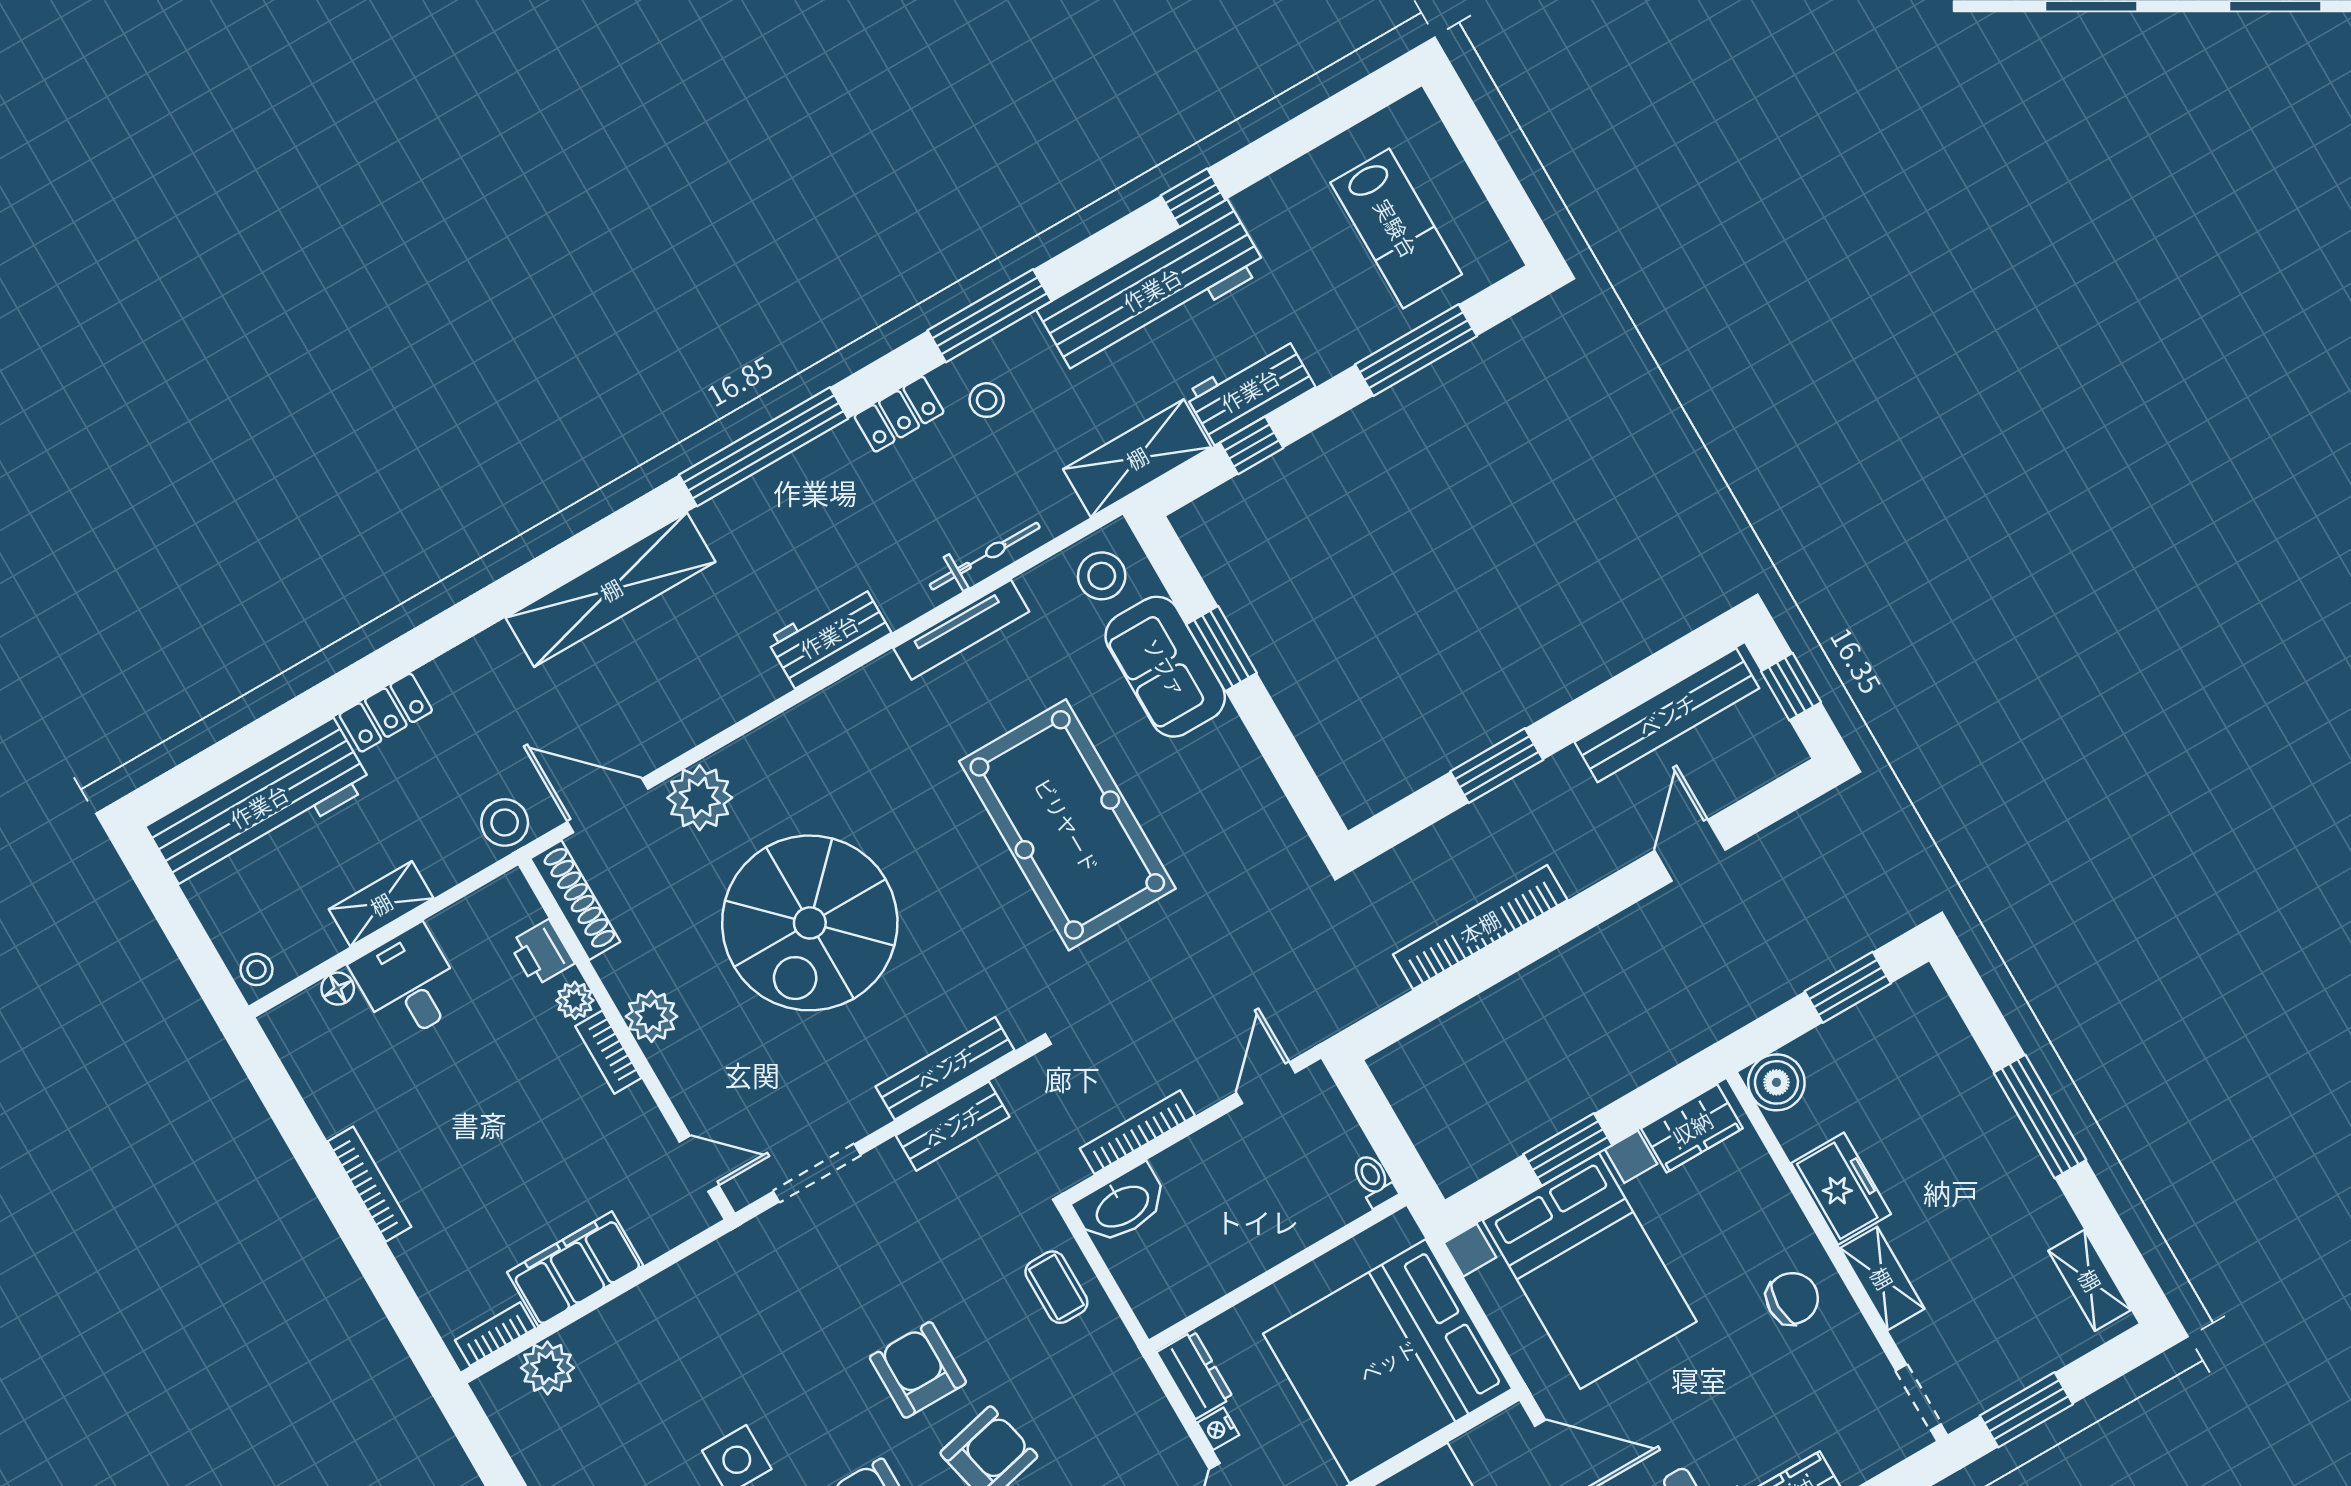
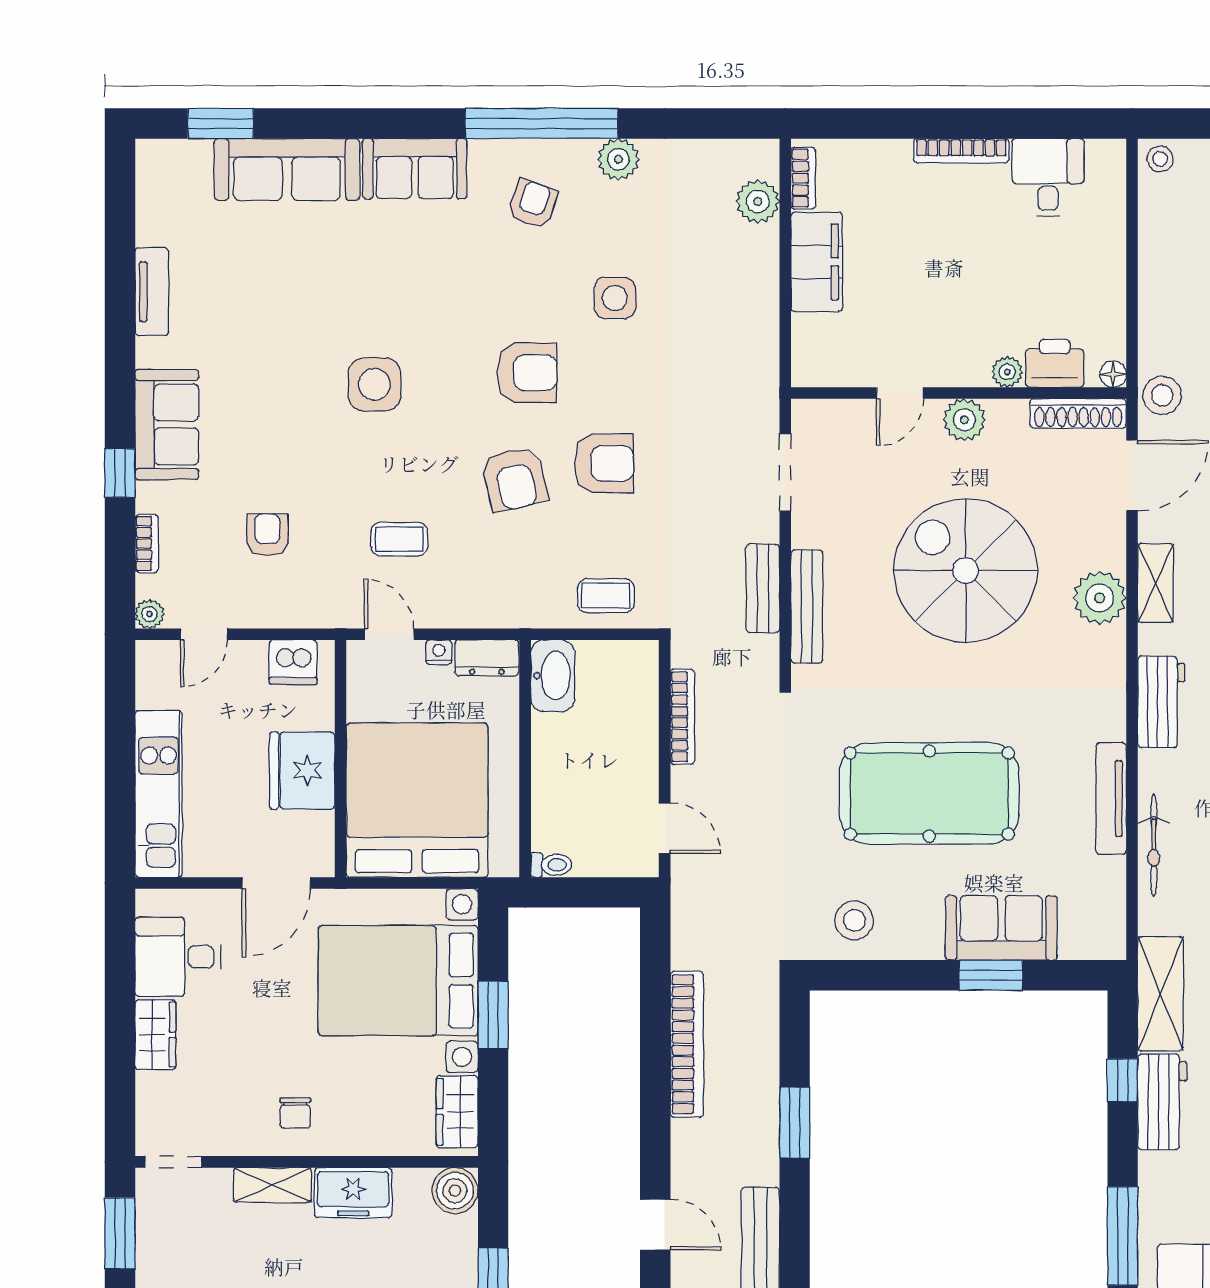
stool: (1102, 576) -> (854, 920), moved
plant: (700, 798) -> (1100, 598), moved
shelving: (381, 904) -> (1155, 583), moved
printer: (542, 953) -> (1055, 363), width x1.36, depth x1.24
desk: (408, 984) -> (1048, 177), moved, turned -90
floor lamp: (338, 989) -> (1113, 374), moved
bookcase: (608, 1052) -> (957, 374), removed
door: (699, 1164) -> (900, 393), moved
washbasin: (1122, 1205) -> (553, 676), moved, turned 180
chair: (1792, 1298) -> (295, 1113), width x0.73, depth x0.73

